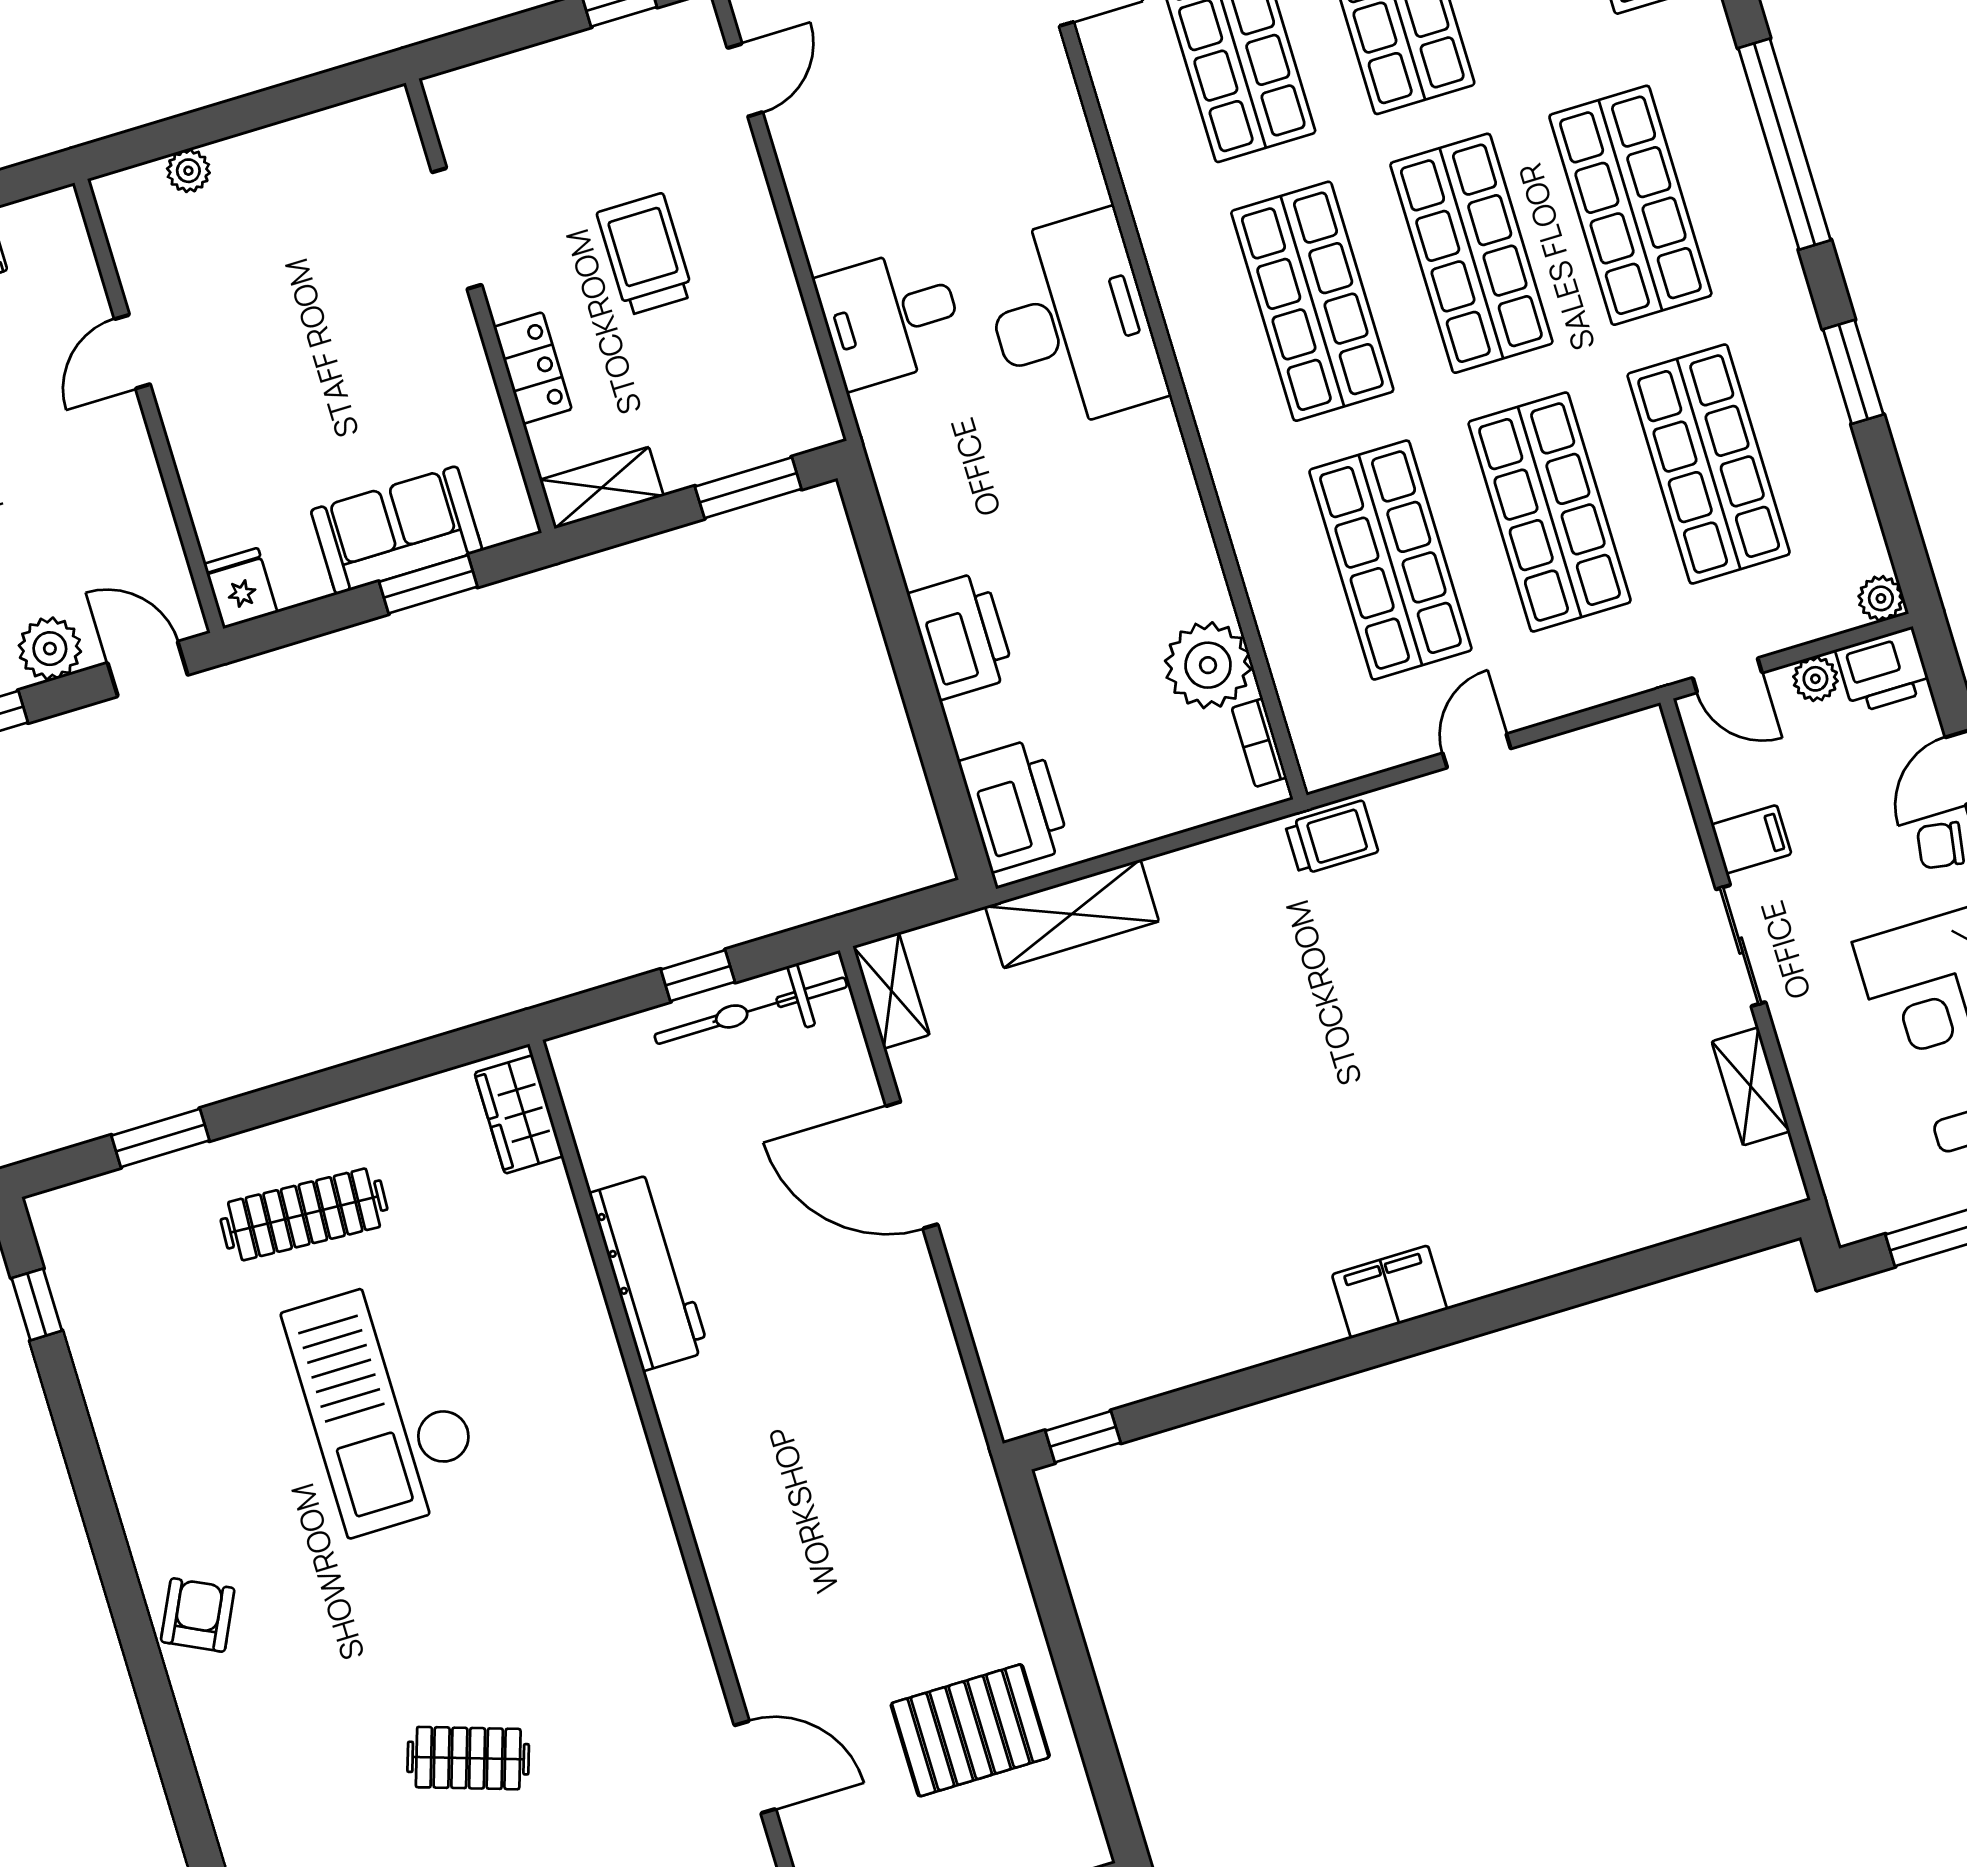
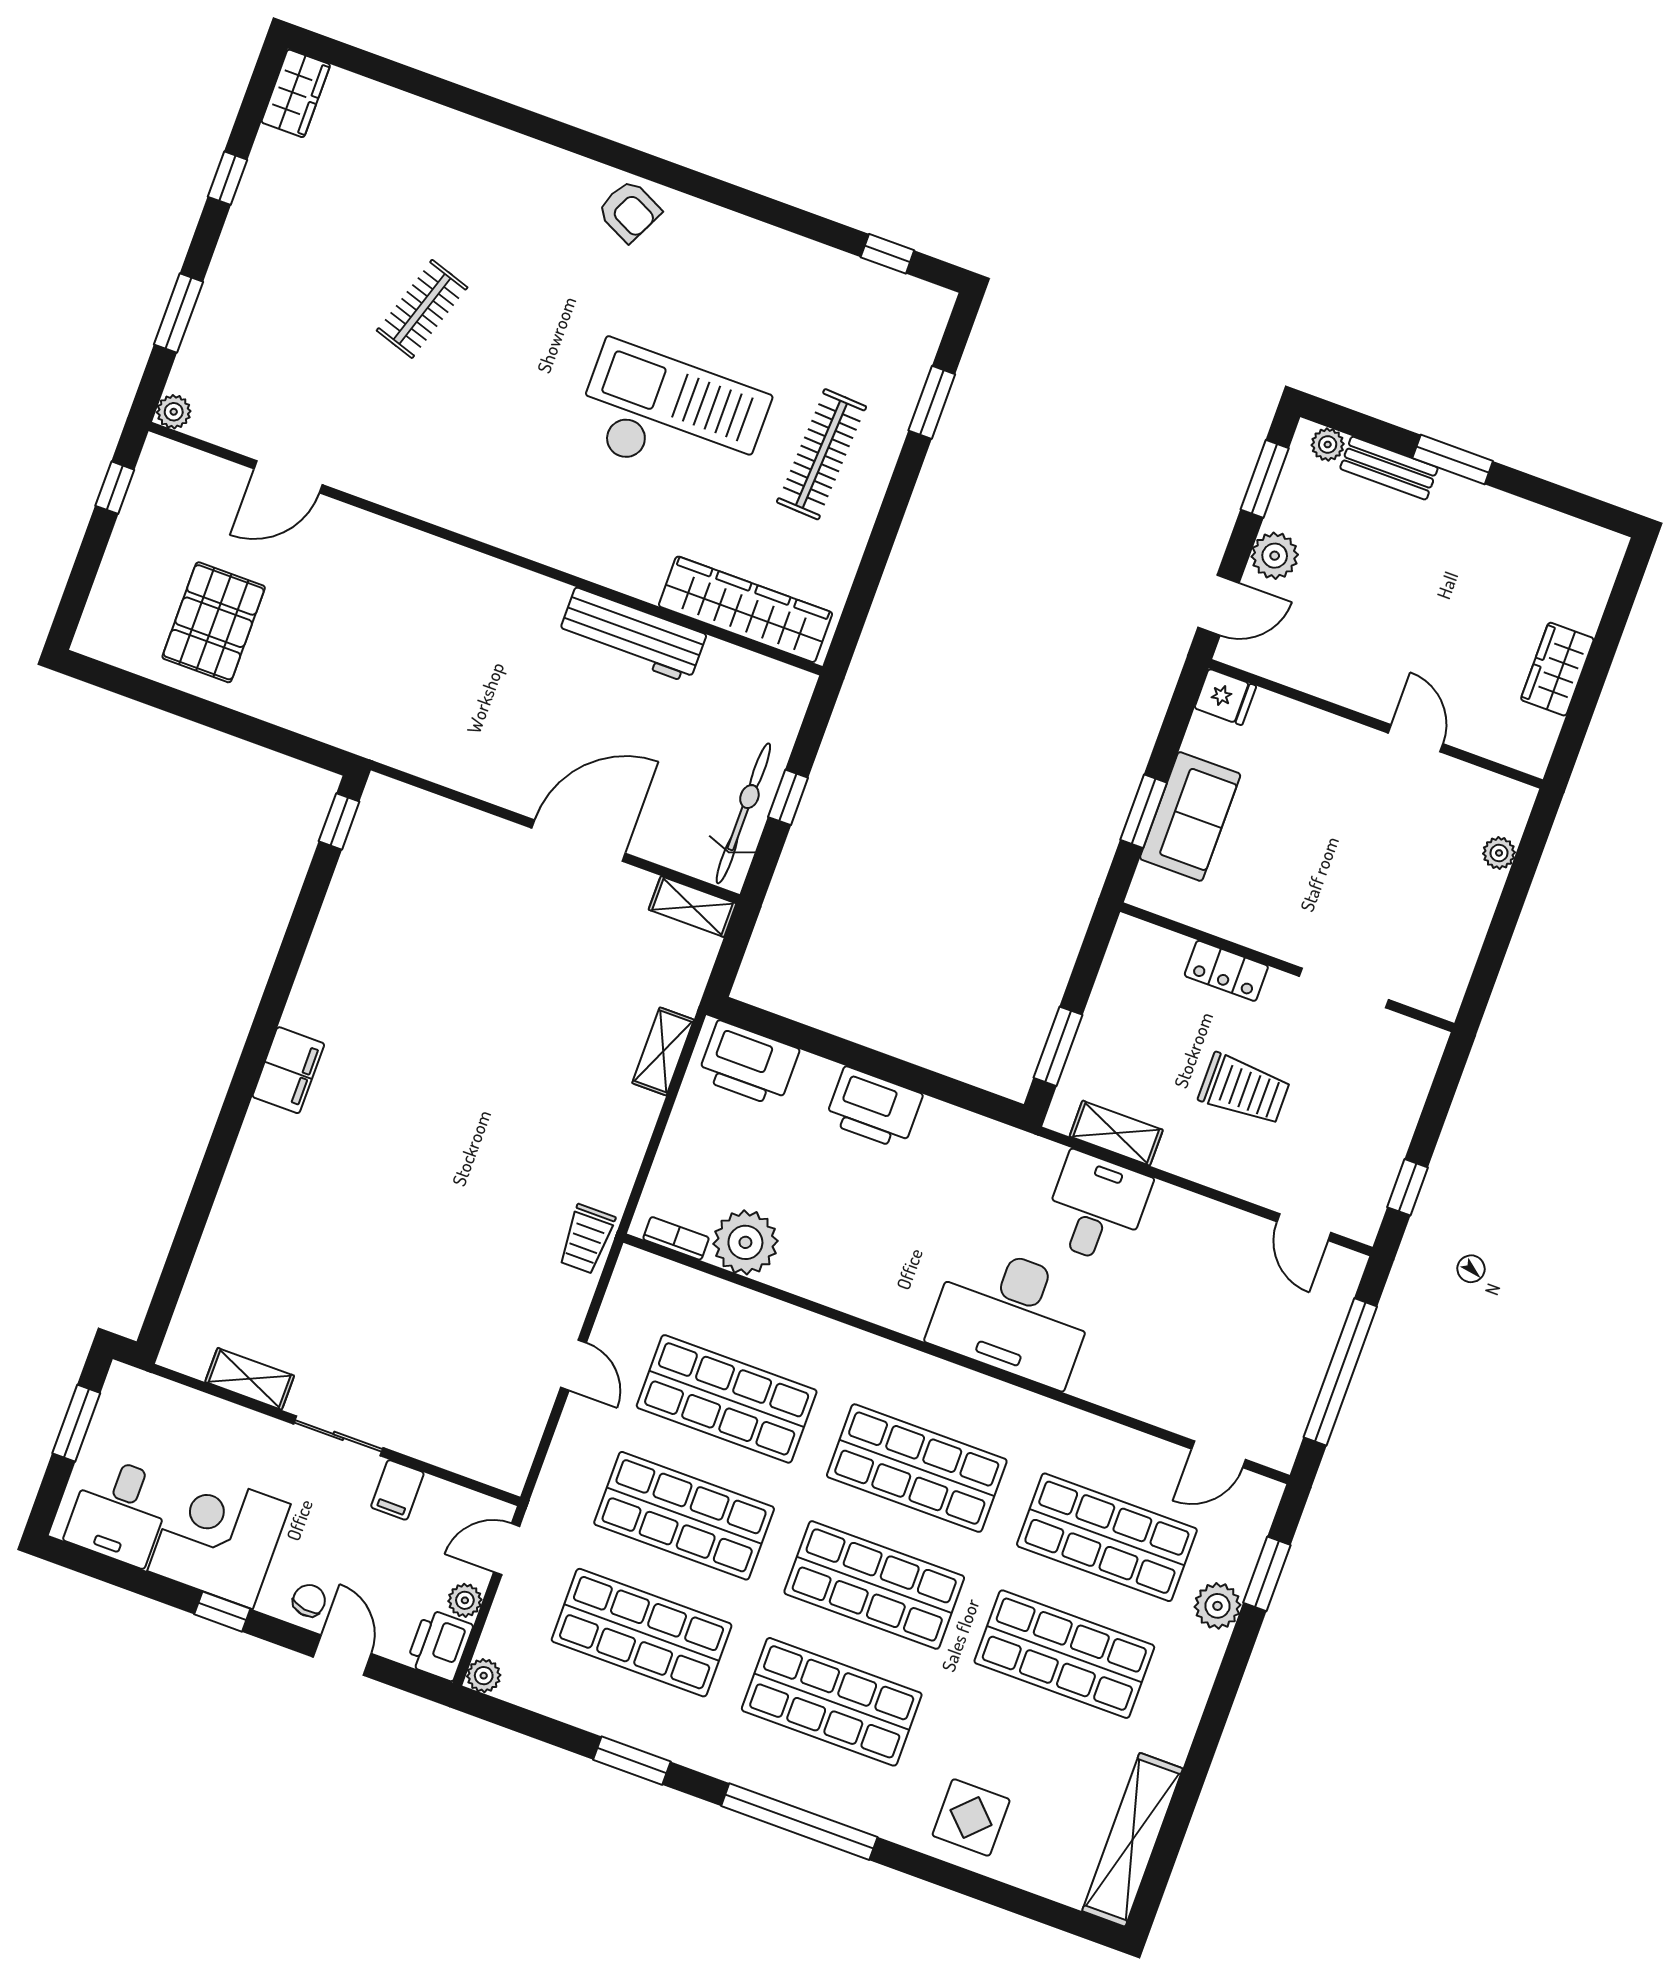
shelving: (602, 488) -> (1116, 1133), moved, turned 90
shelving: (1072, 914) -> (663, 1051), width x0.67, depth x0.75
wardrobe: (519, 1114) -> (746, 609), width x2.10, depth x1.17

